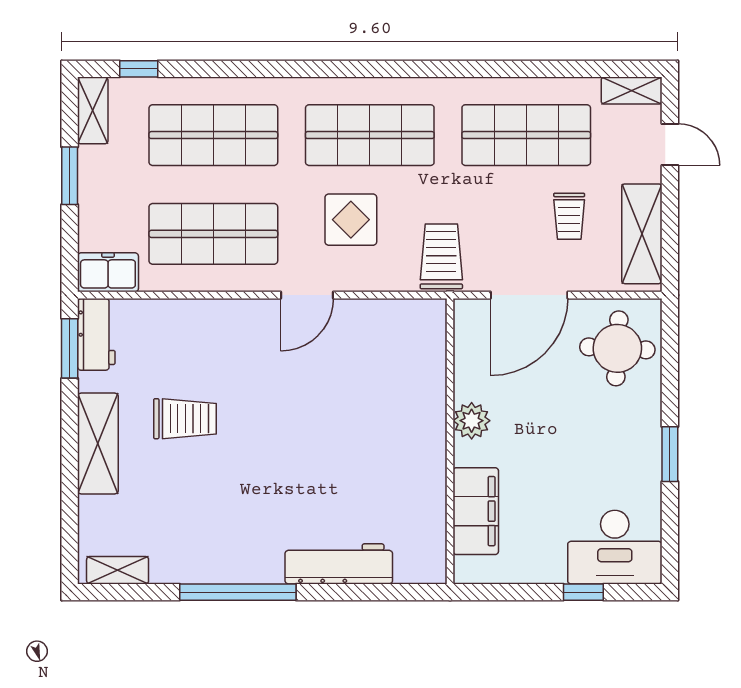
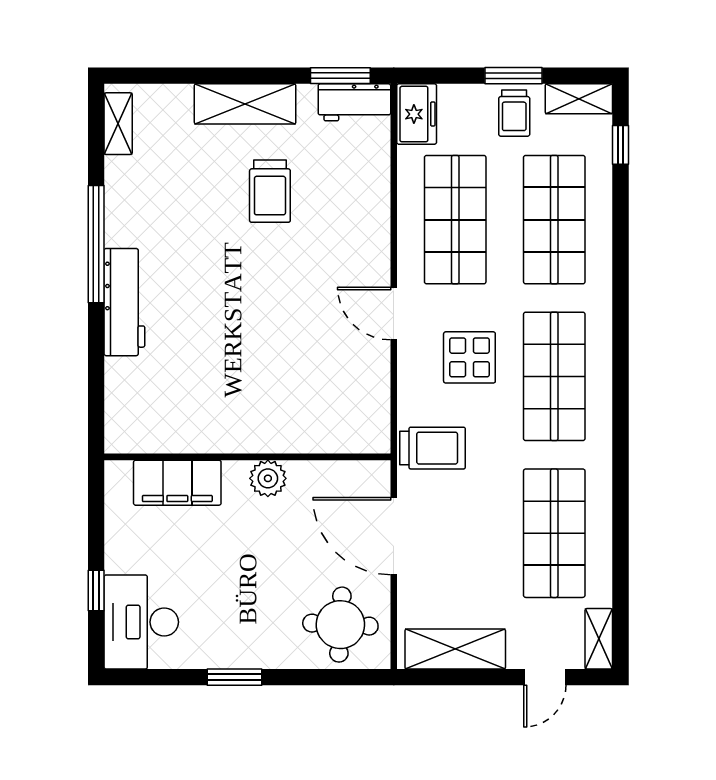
trolley: (569, 216) -> (514, 113), moved, turned -90
workbench: (339, 564) -> (124, 302), moved

